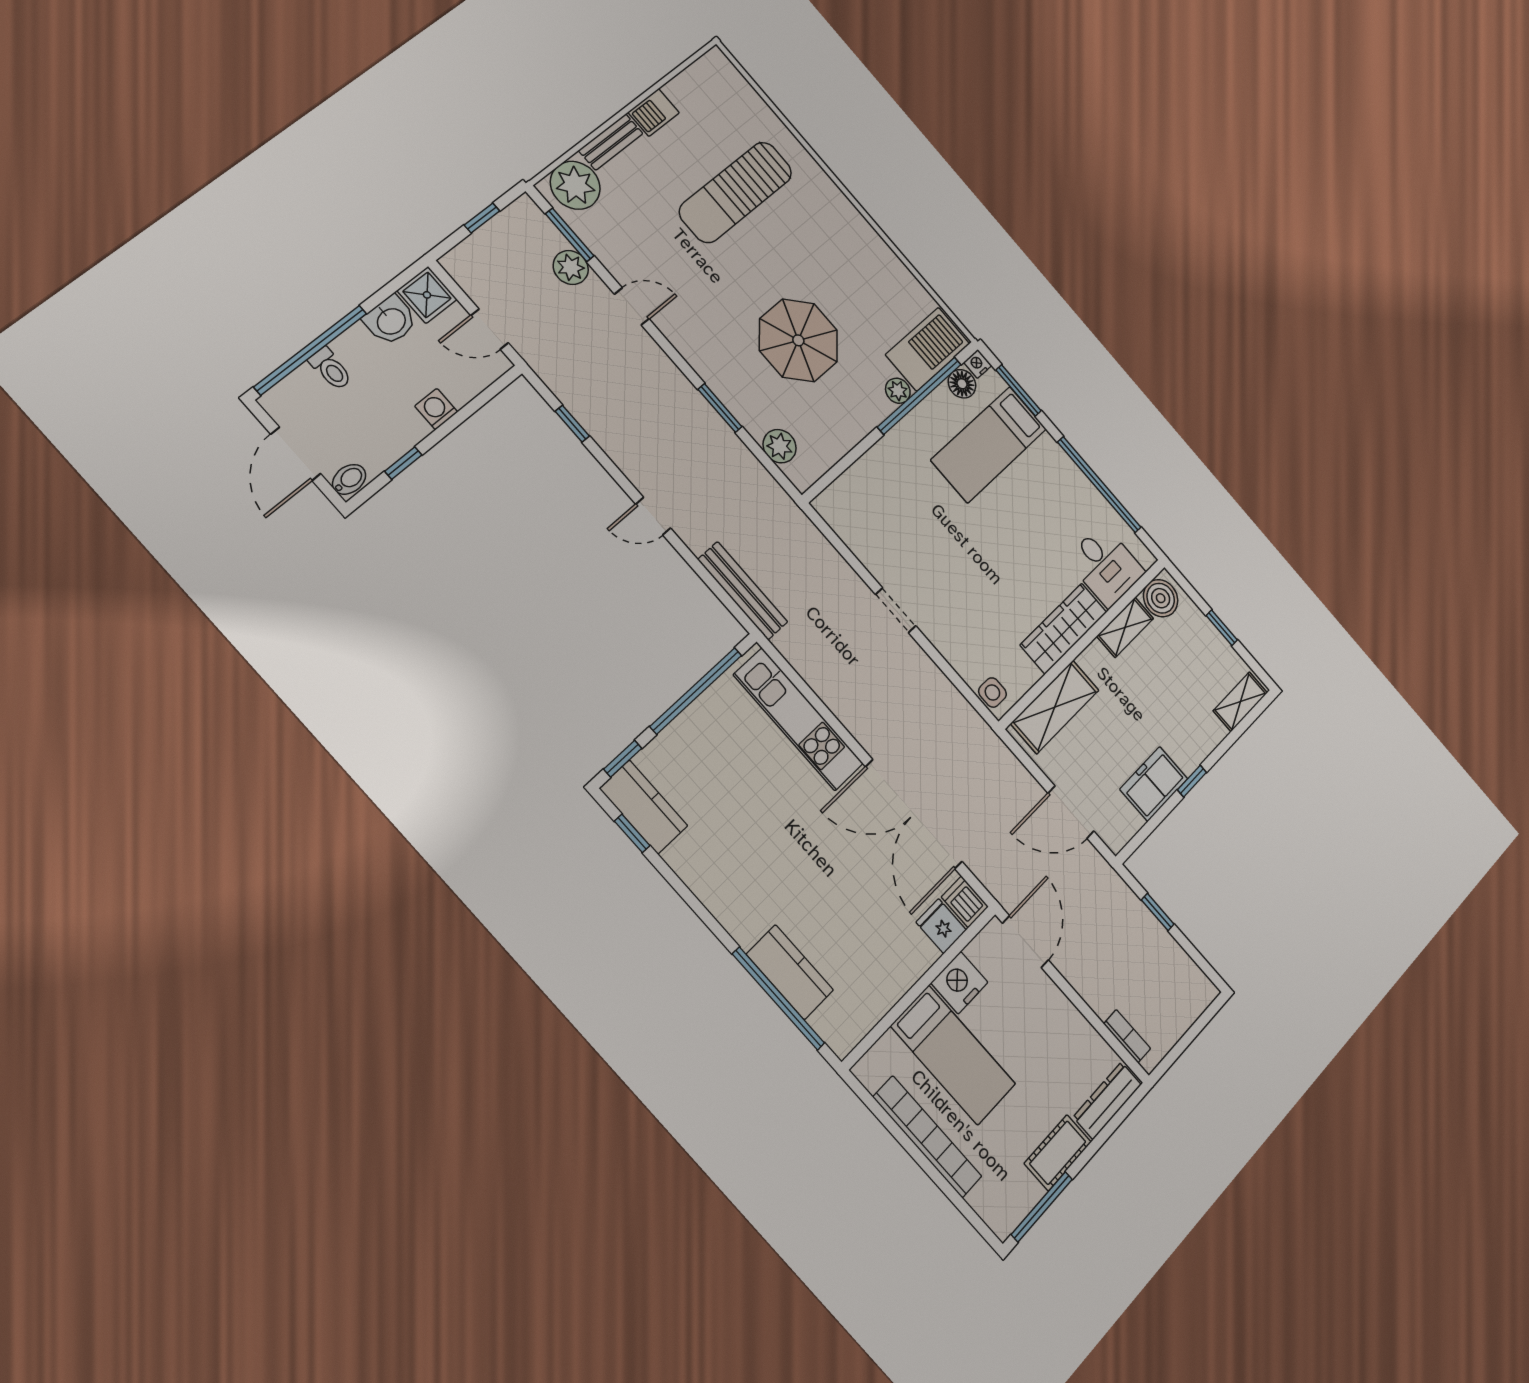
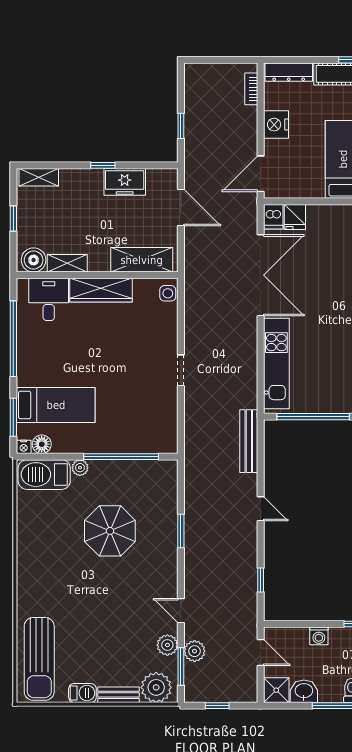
sun lounger: (736, 192) -> (39, 659), moved, turned 90
window: (919, 396) -> (121, 457), moved
plant: (780, 446) -> (167, 645), moved
nightstand: (959, 983) -> (276, 125), moved, turned 90

